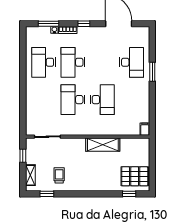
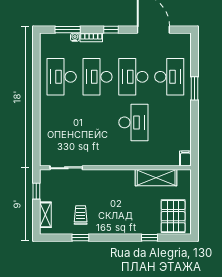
desk: (73, 100) -> (133, 77), moved
shelving: (103, 145) -> (156, 178), moved
pallet: (135, 176) -> (173, 216), turned 90
window: (47, 194) -> (80, 238), moved
window: (129, 194) -> (149, 238), moved

